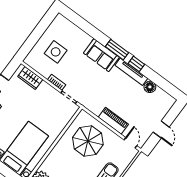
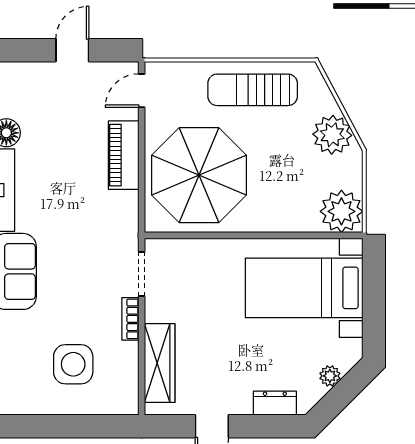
wardrobe: (30, 78) -> (160, 363), width x1.50
parasol: (88, 141) -> (199, 175), width x1.36, depth x1.36

